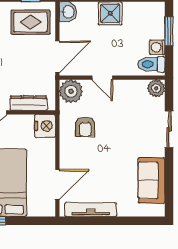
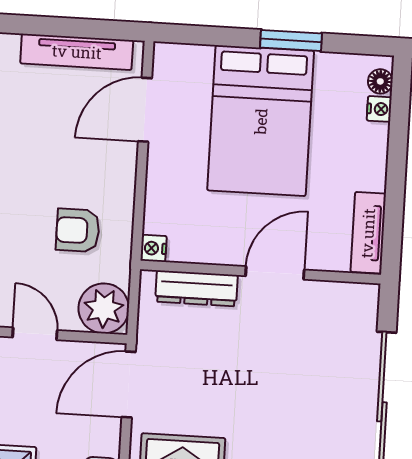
nightstand: (45, 126) -> (153, 248), width x0.53, depth x0.56
armchair: (85, 127) -> (78, 230), turned -90

